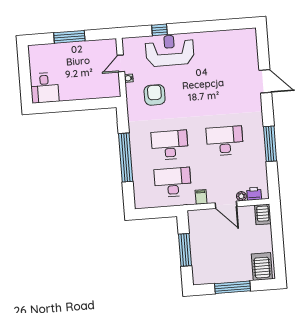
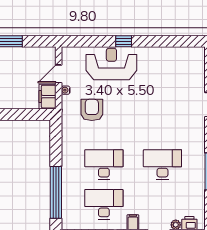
window: (159, 30) -> (124, 41), moved
filing cabinet: (112, 86) -> (47, 97), added
window: (126, 157) -> (56, 192), moved

